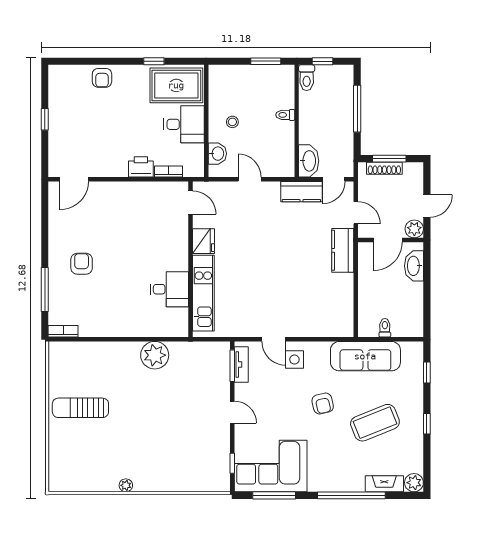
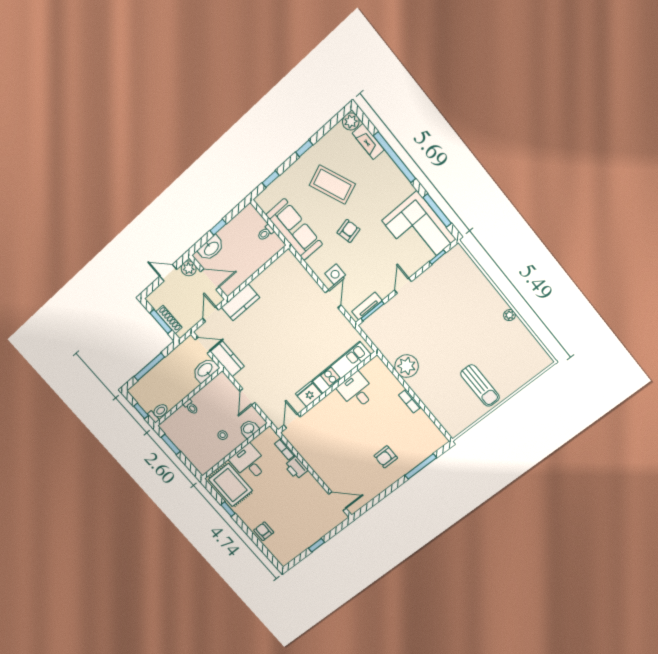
armchair: (102, 78) -> (264, 531), turned -90
window: (427, 289) -> (218, 227), added
bookcase: (63, 331) -> (410, 401), moved

